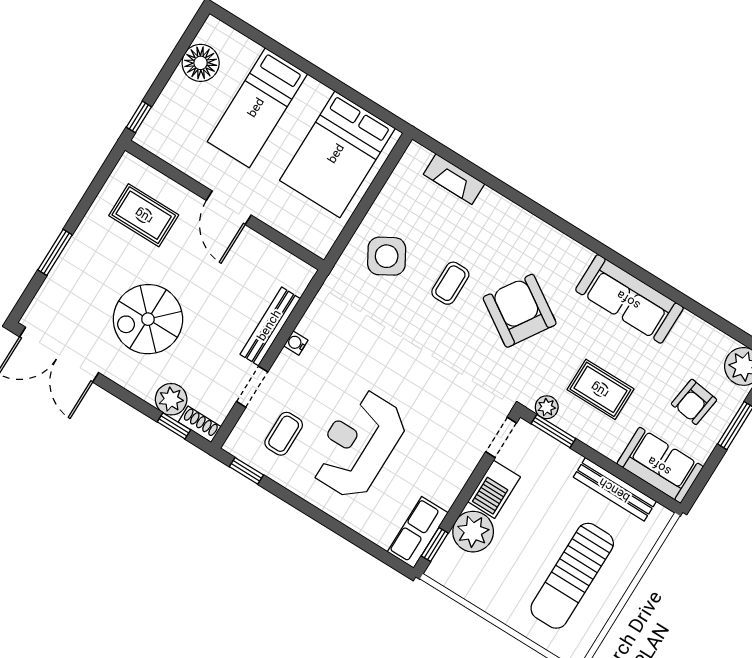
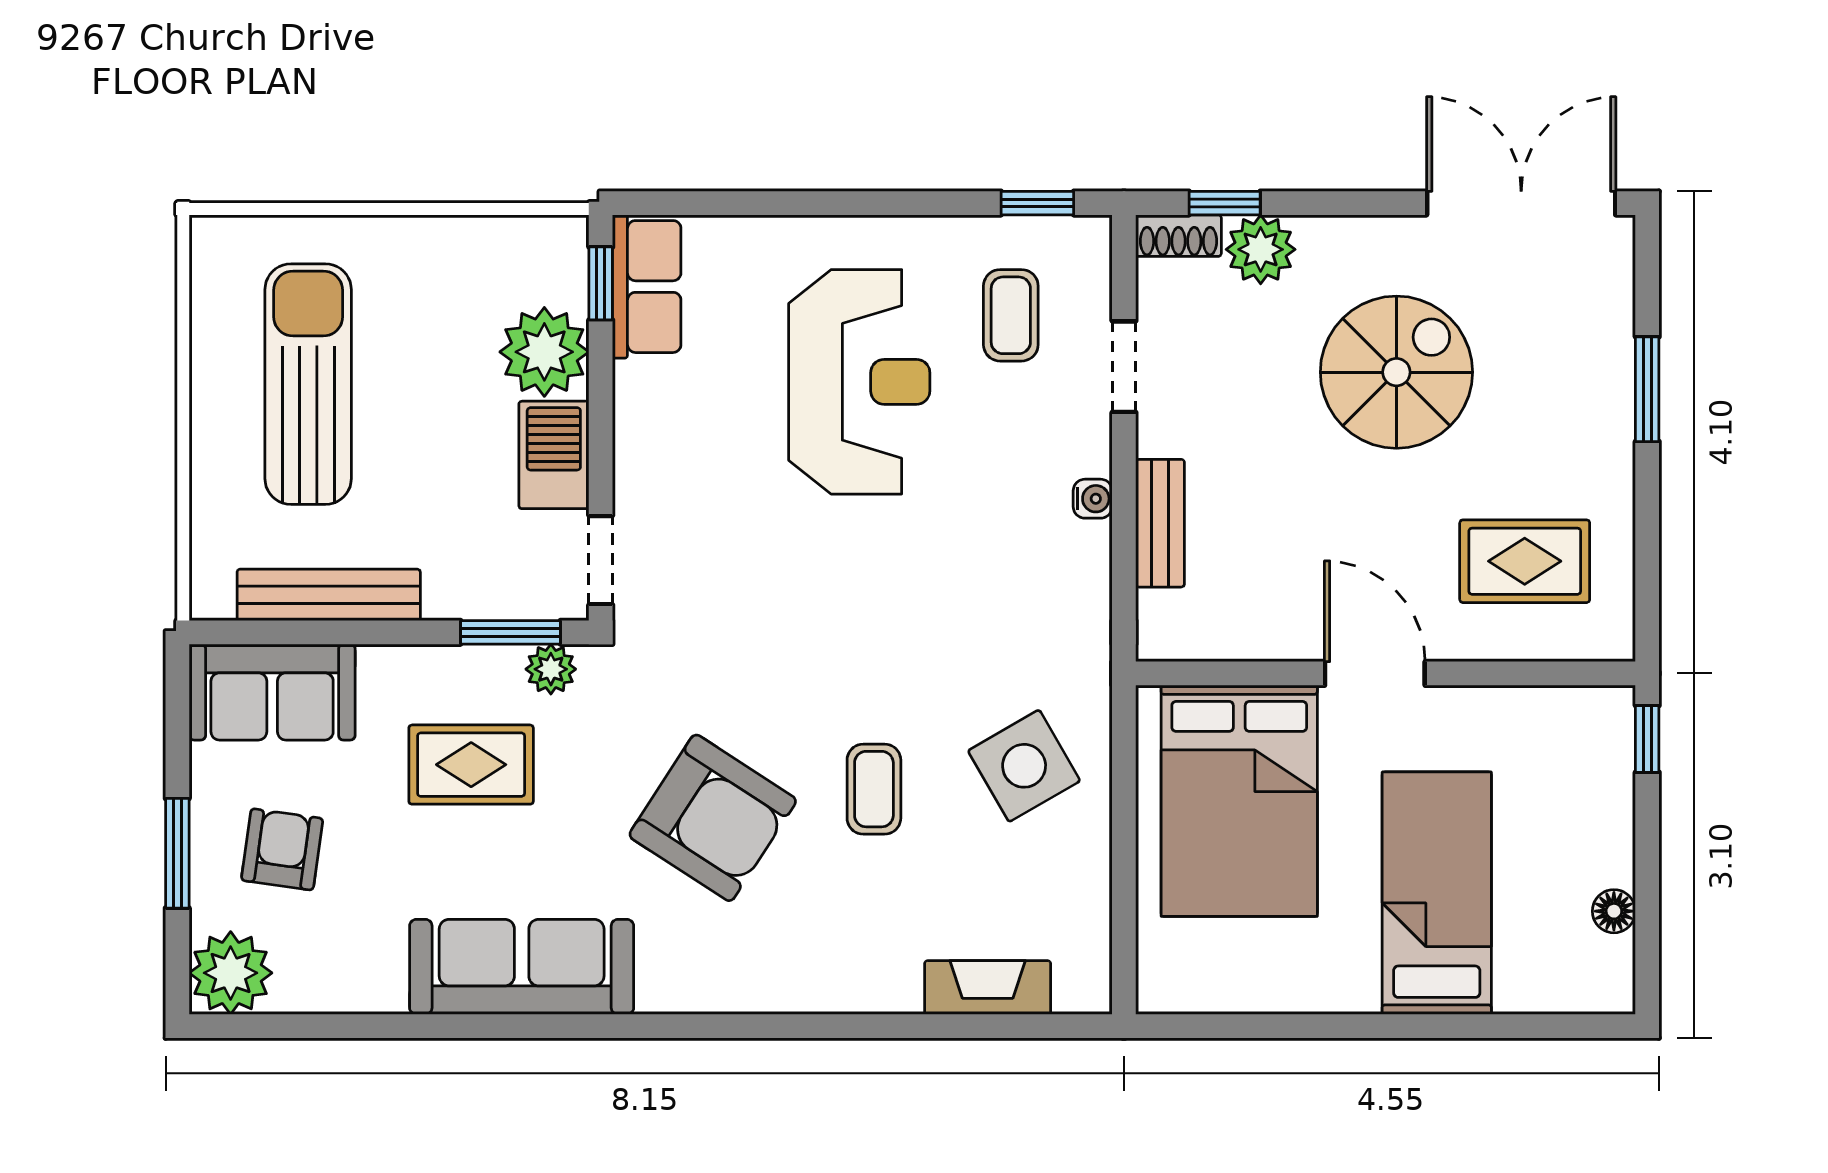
floor lamp: (201, 63) -> (1614, 911), width x0.53, depth x0.53
bed: (337, 154) -> (1239, 801), moved, turned 180
bench: (270, 326) -> (1160, 523), width x0.73

